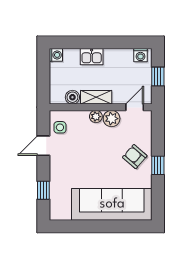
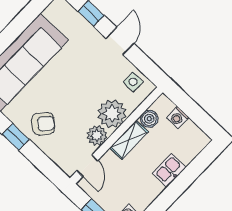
washing machine: (56, 55) -> (178, 118), moved
plant: (96, 117) -> (112, 114), width x1.88, depth x1.88
door: (43, 146) -> (120, 41), moved

